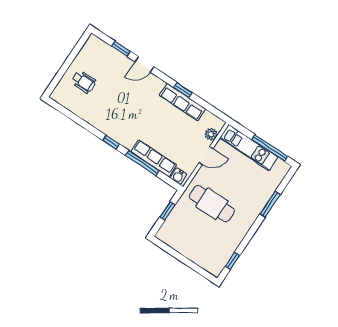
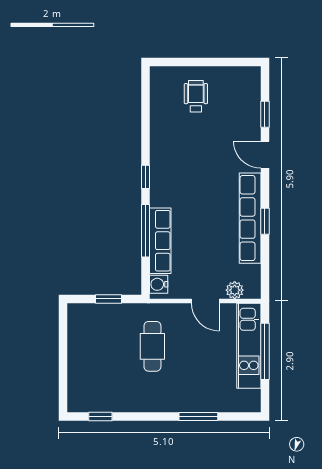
wheelchair: (84, 82) -> (196, 96), turned 180
row of seats: (182, 102) -> (250, 218), width x1.36
window: (270, 148) -> (265, 351), moved
cafe table: (212, 204) -> (152, 346), width x0.73, depth x0.74

